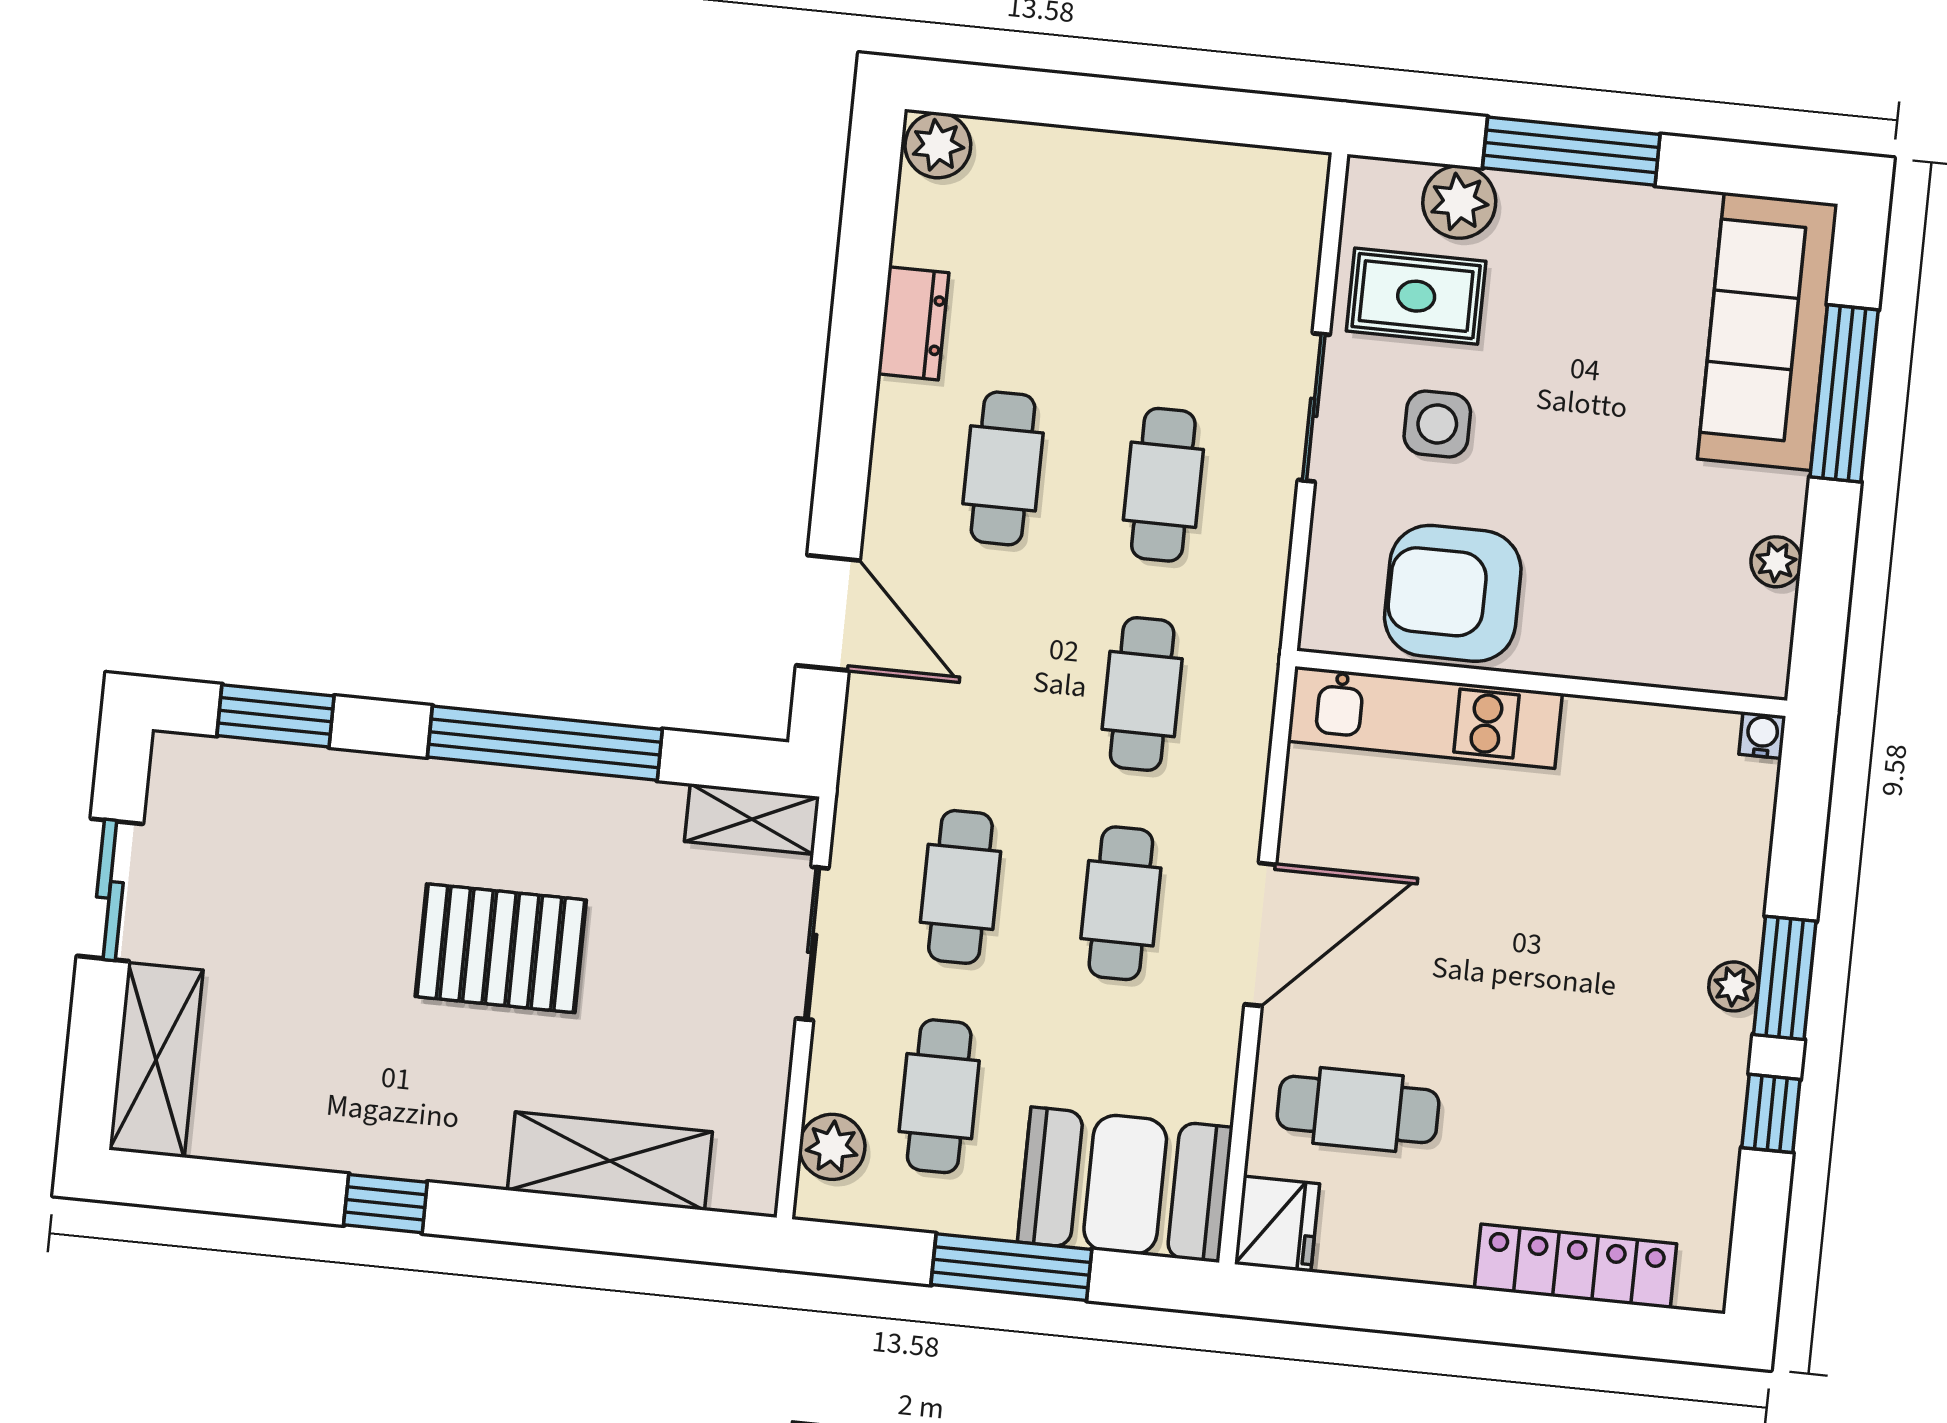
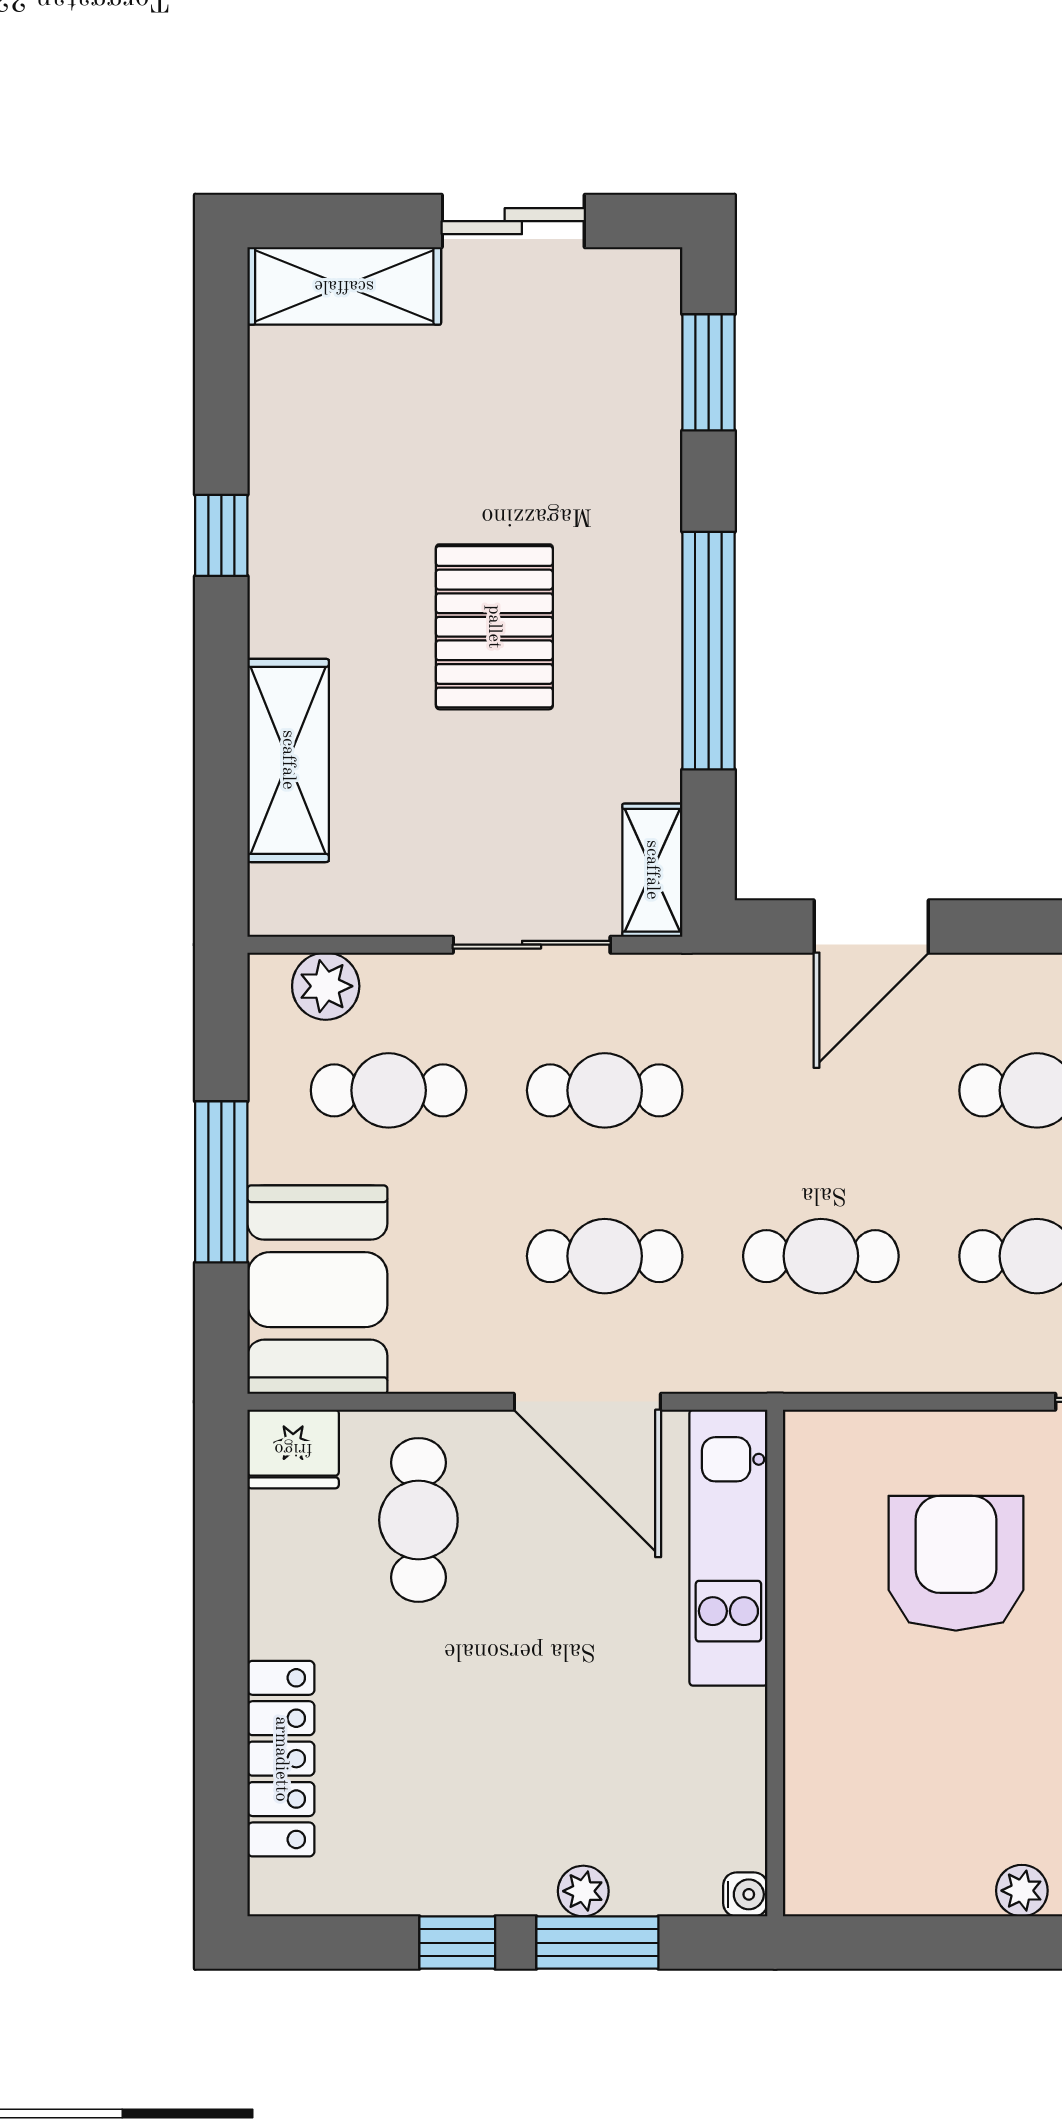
wall: (1541, 683) -> (775, 1663), moved
kitchen unit: (1425, 717) -> (728, 1548), moved
water cooler: (1762, 735) -> (745, 1894), moved

